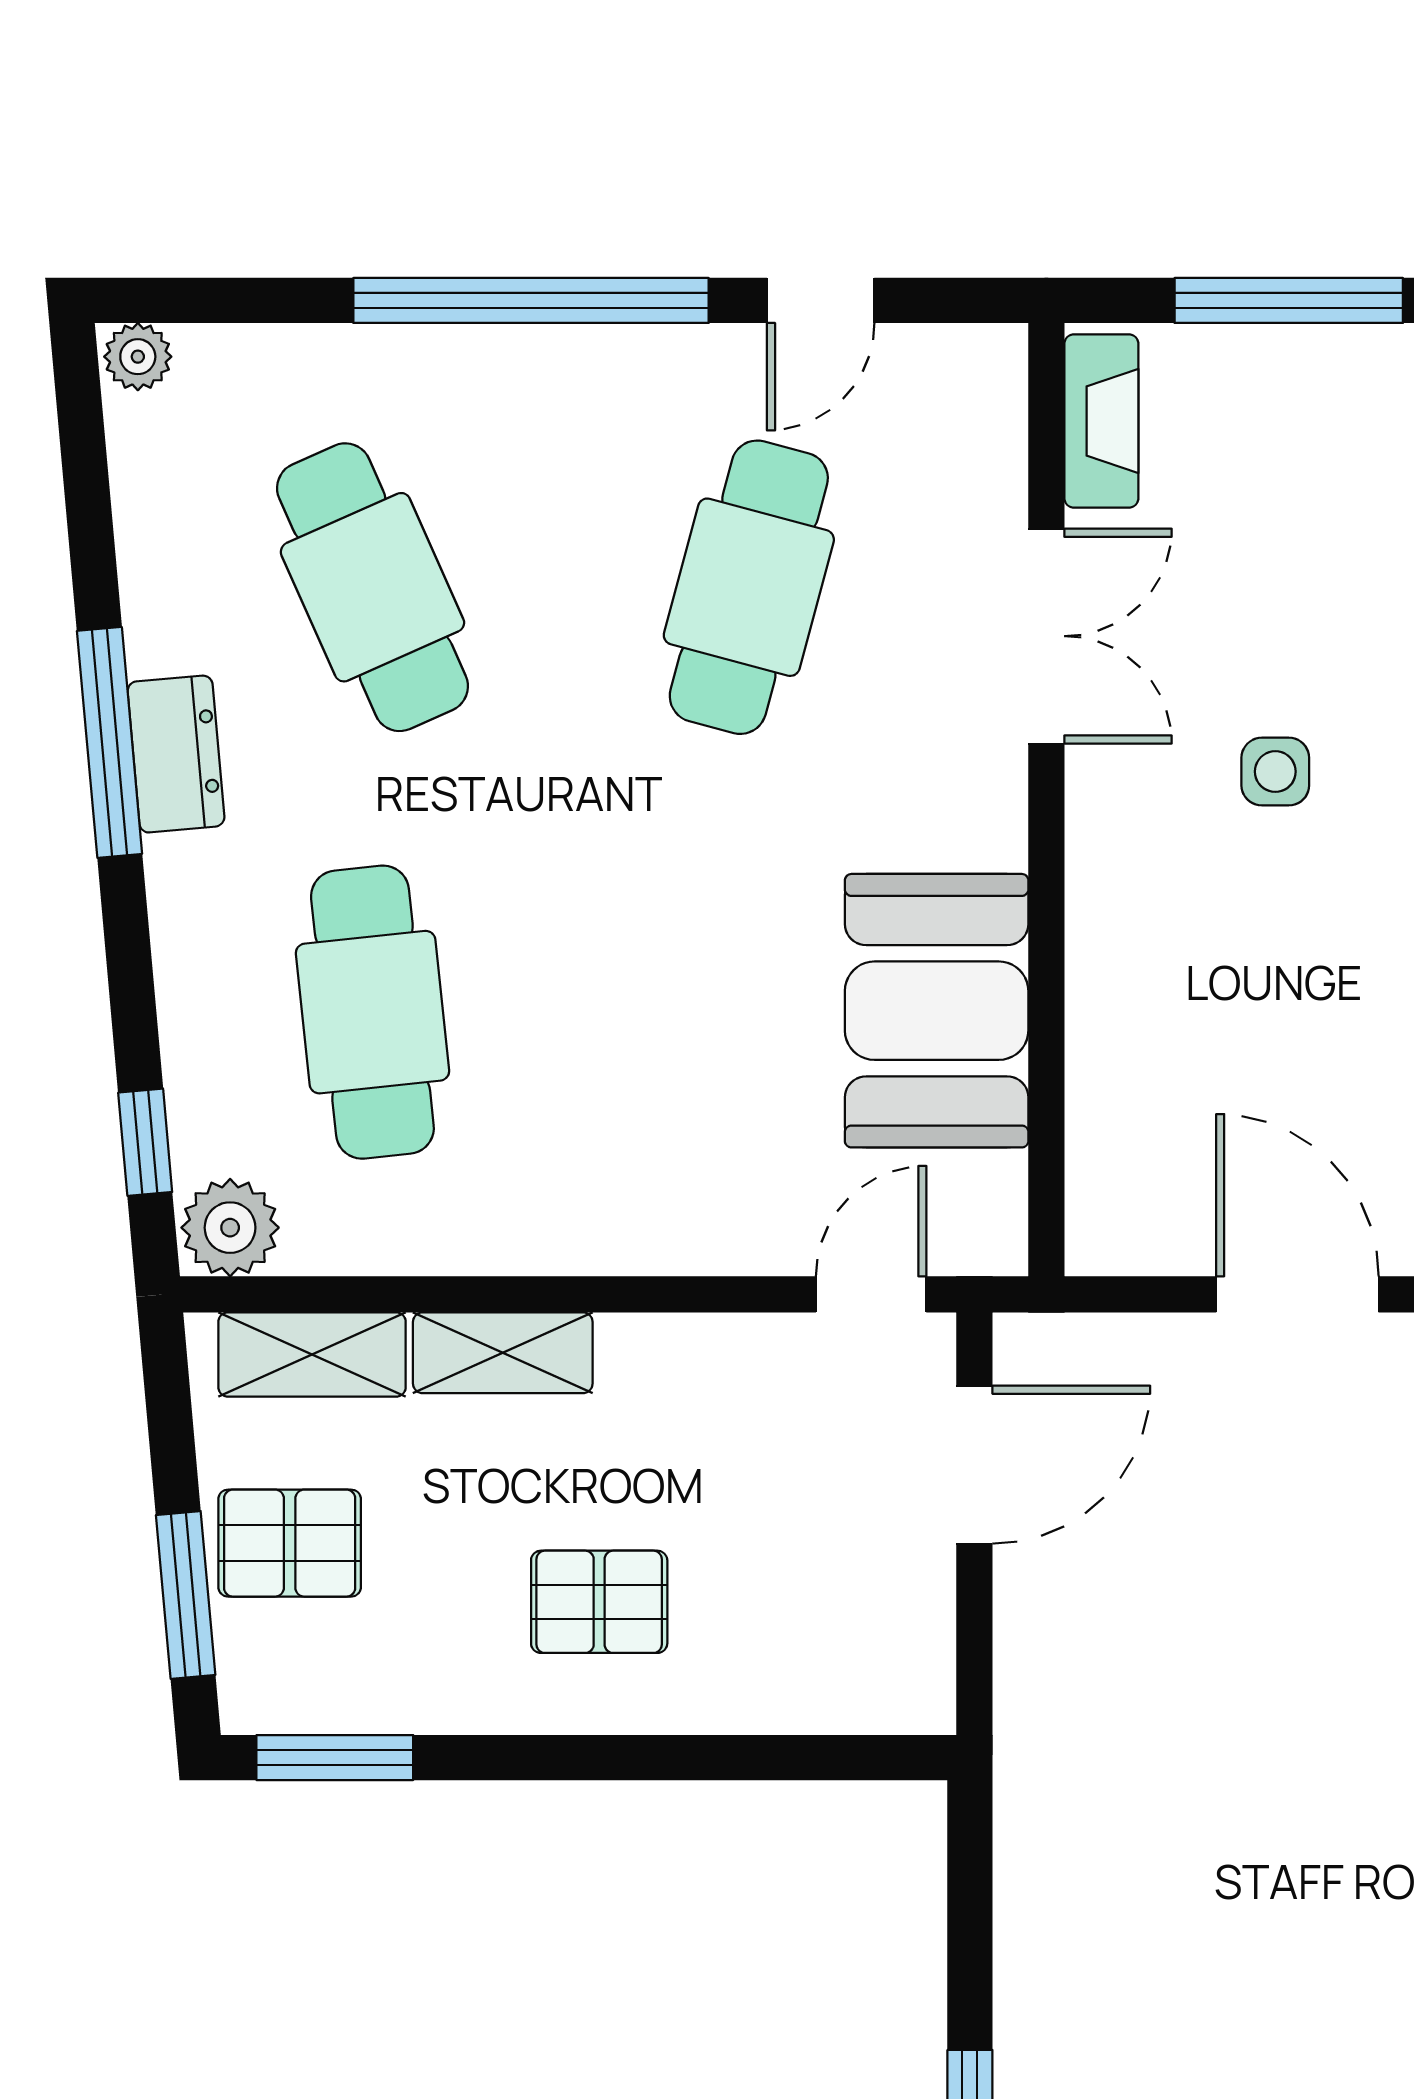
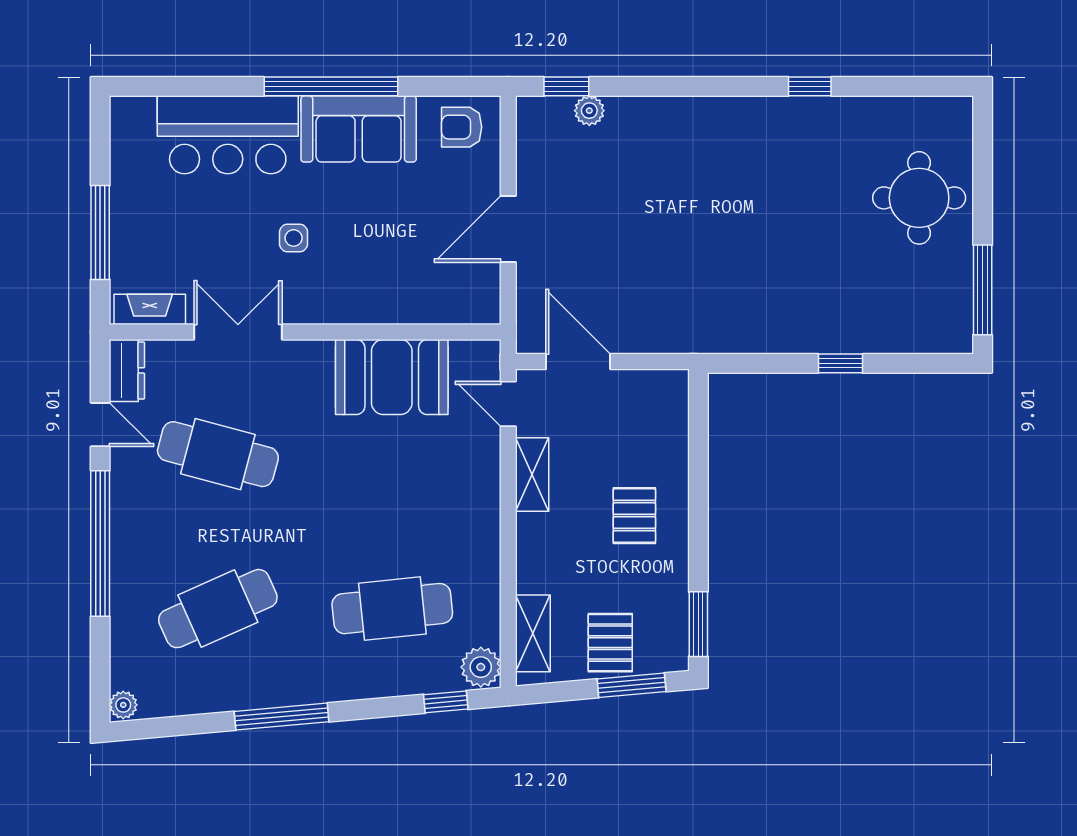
dresser: (176, 754) -> (127, 370), moved, turned 95
shelving: (503, 1353) -> (532, 475), moved

